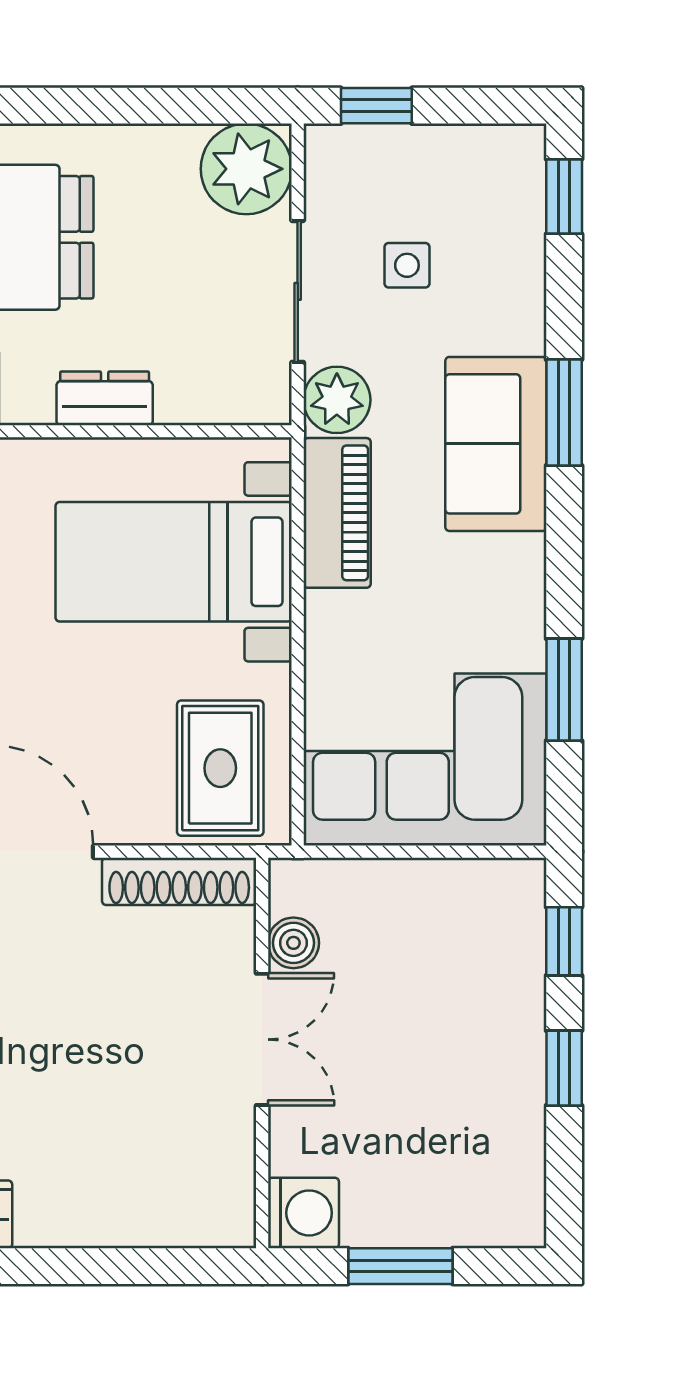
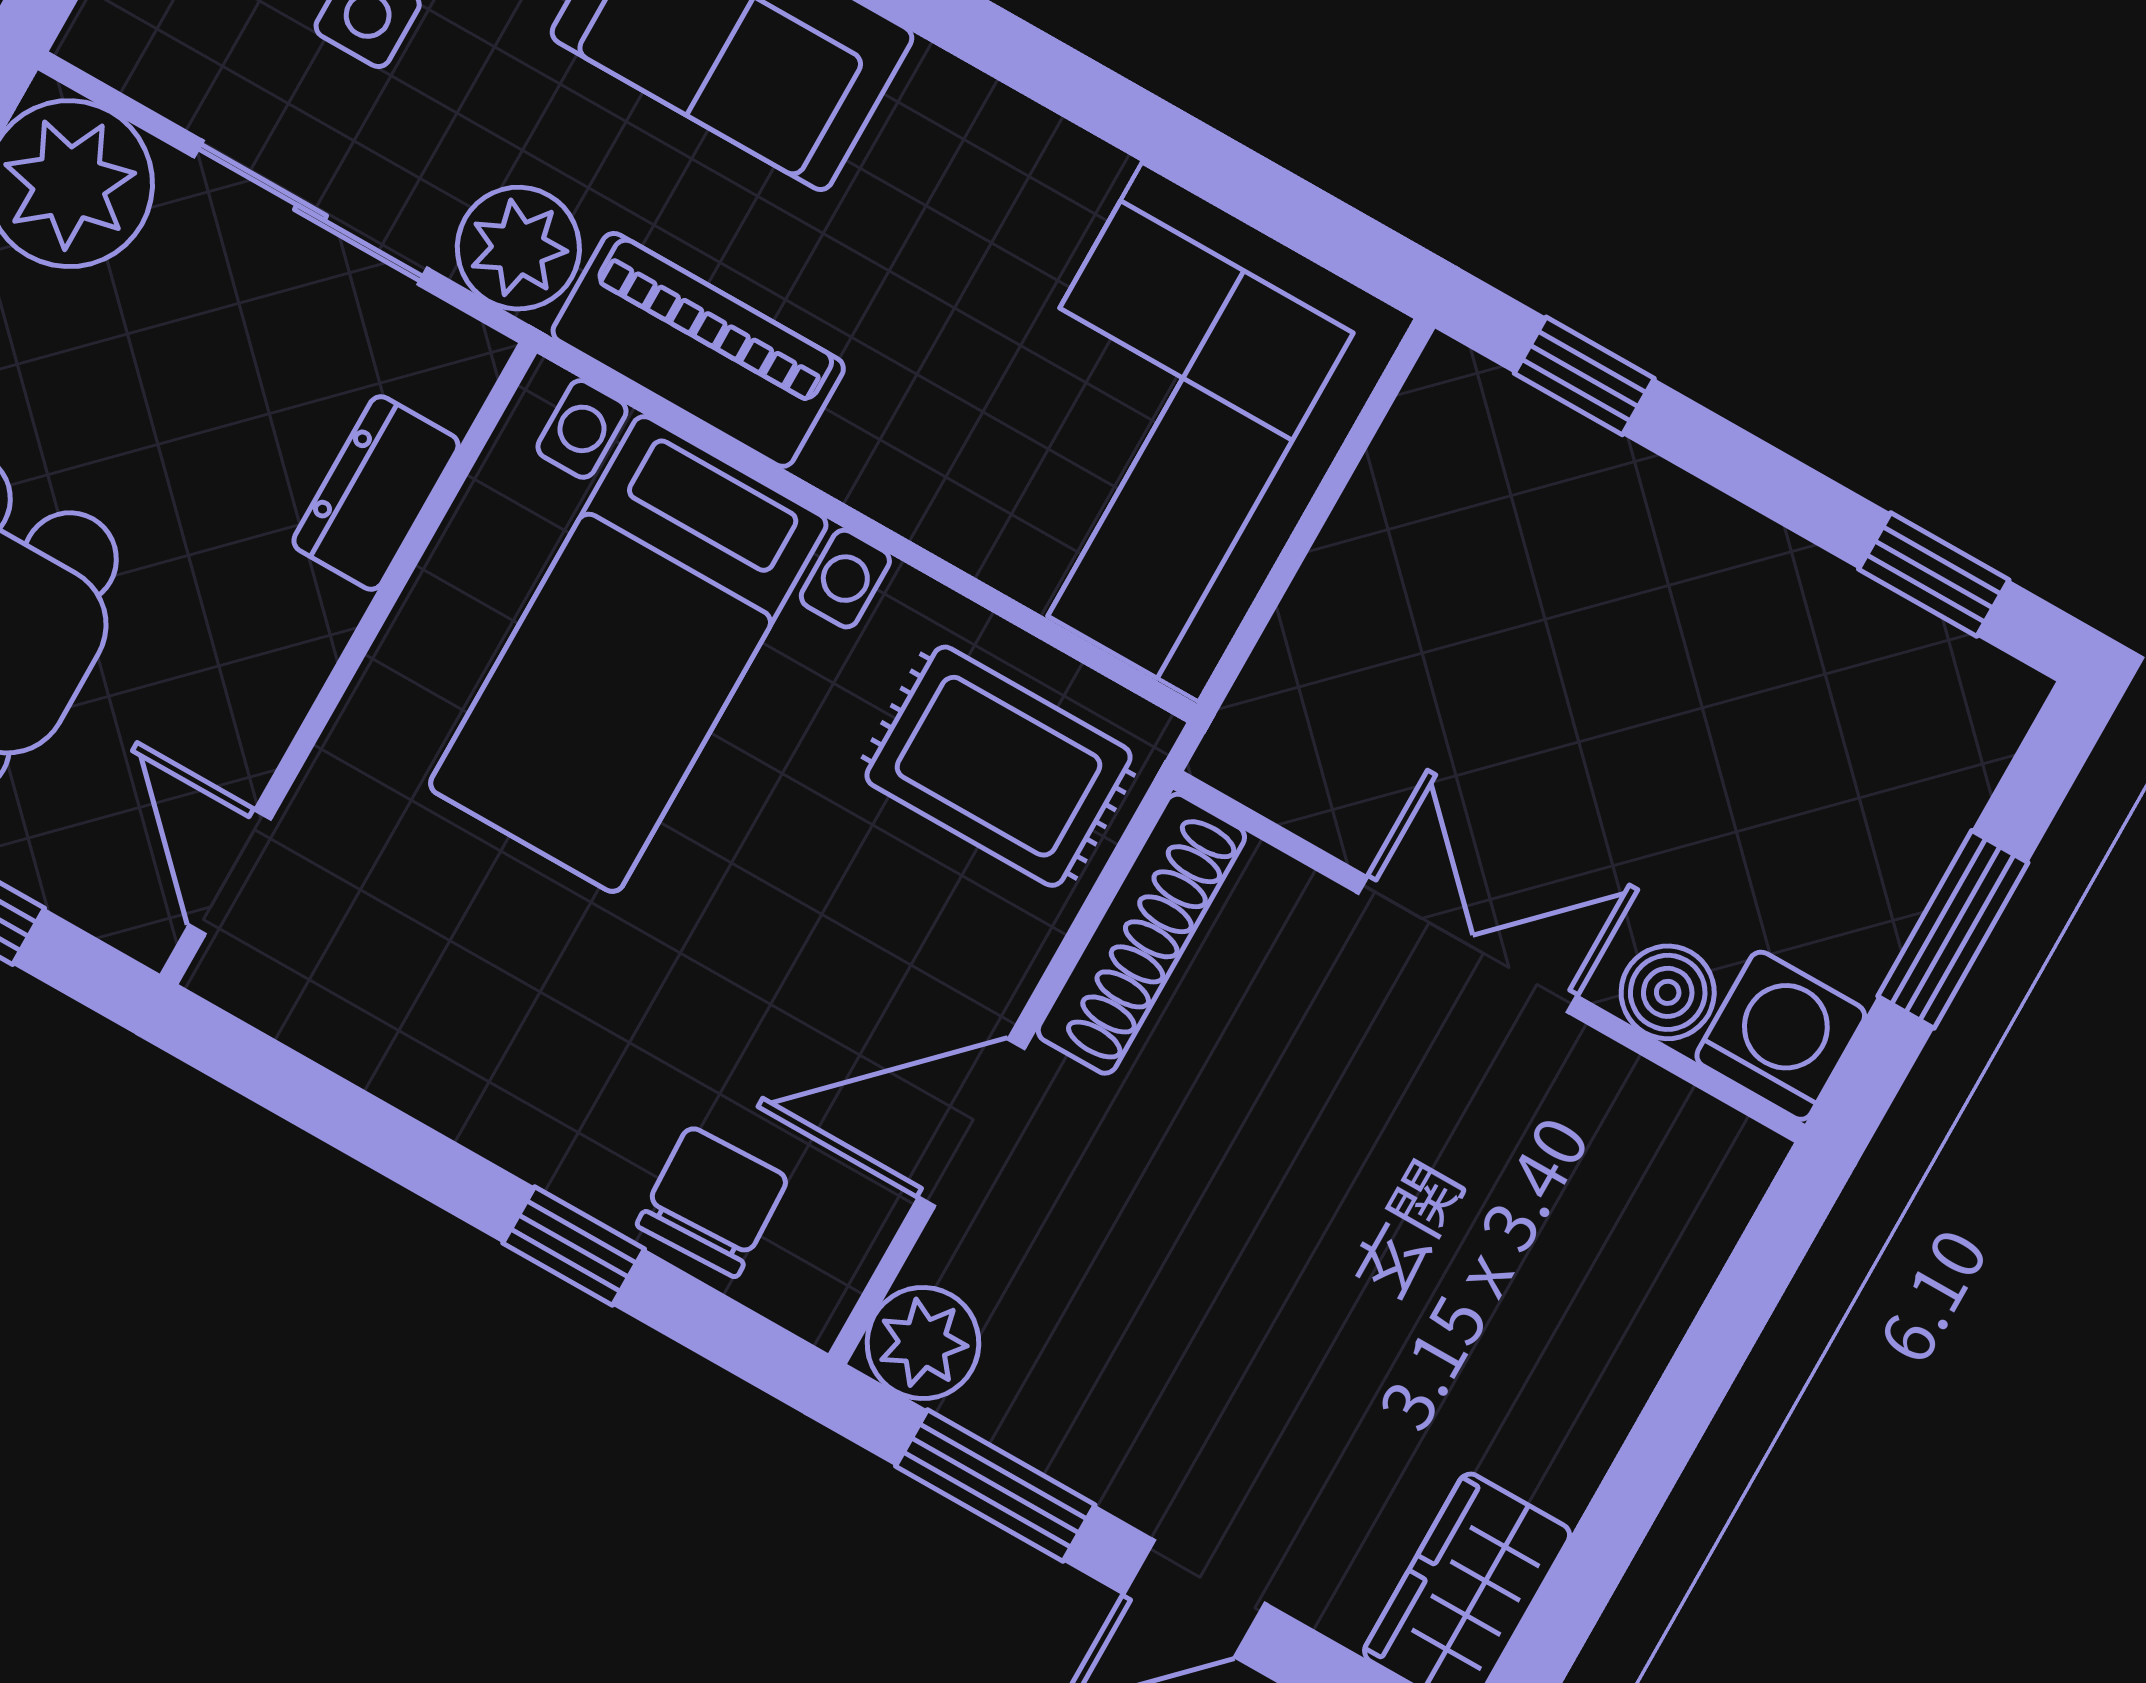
dresser: (105, 398) -> (376, 493), moved
window: (564, 690) -> (1184, 149), removed
boiler: (293, 943) -> (1668, 992), moved
window: (564, 1068) -> (1934, 574), moved

